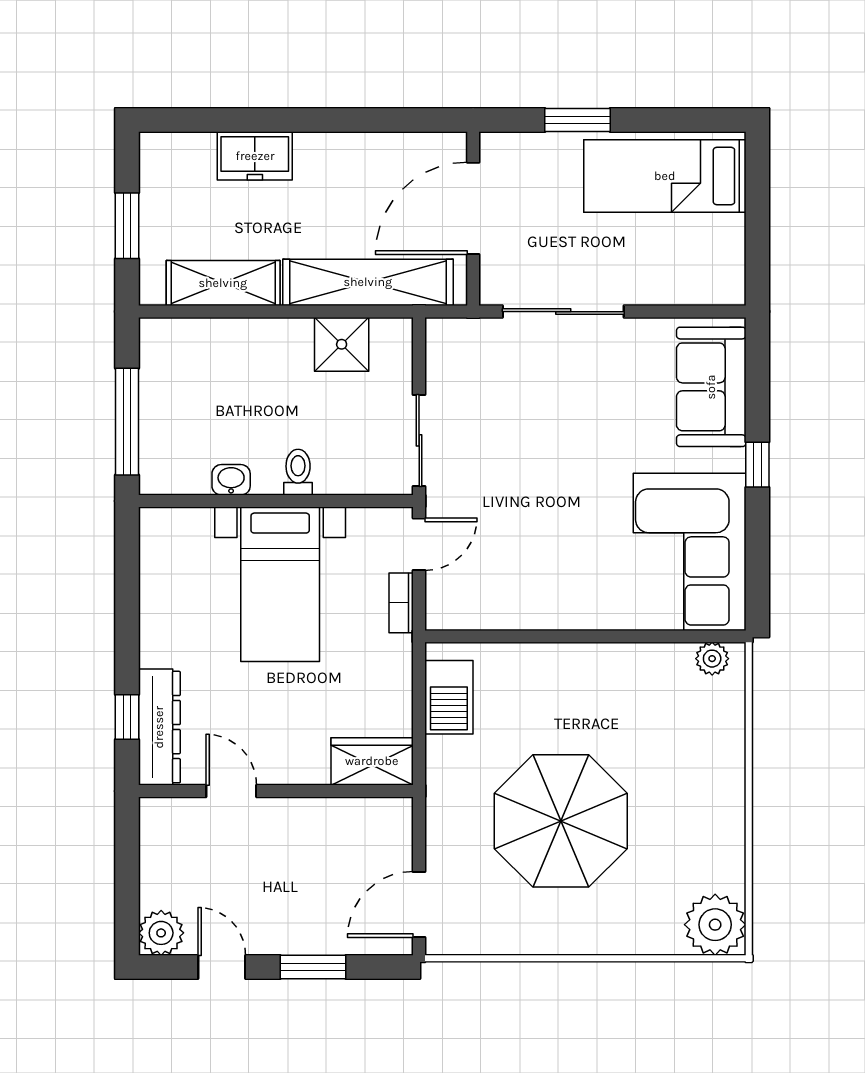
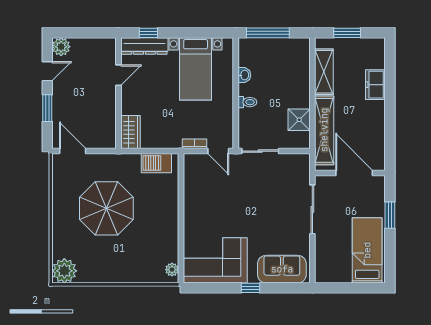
bed with nightstands: (280, 584) -> (196, 69), moved, turned -90

